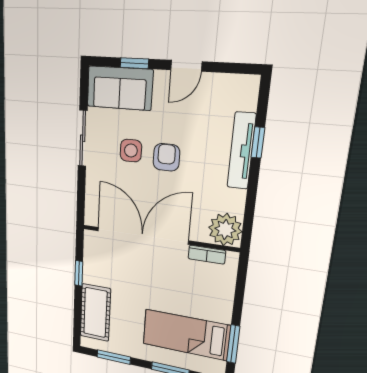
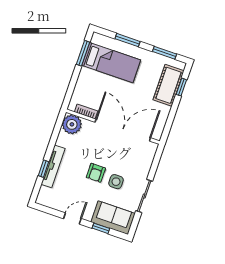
double door: (142, 236) -> (123, 130), swing flipped
window: (79, 273) -> (181, 87), moved

